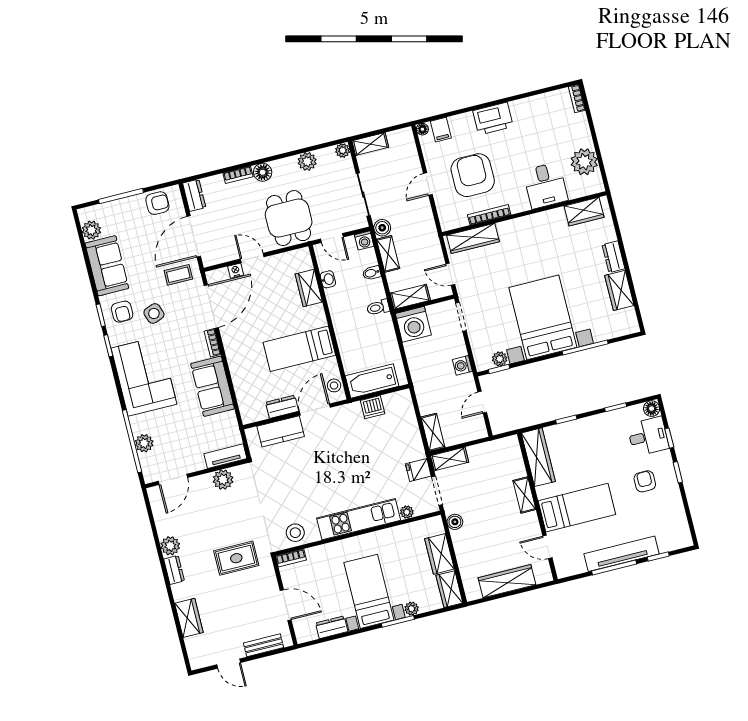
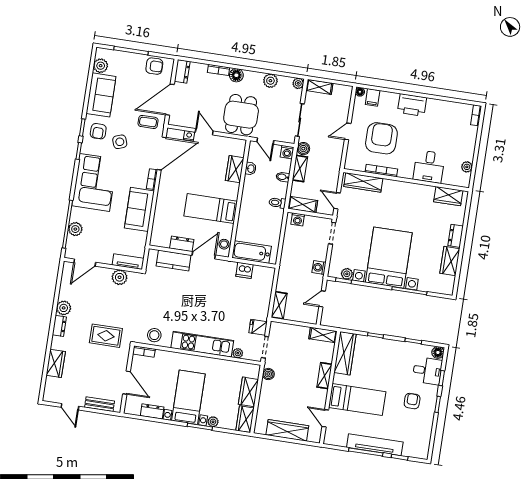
plant: (584, 162) -> (467, 167), width x0.53, depth x0.53
washing machine: (413, 324) -> (298, 219), width x0.53, depth x0.53
shelving: (450, 459) -> (323, 335), moved

